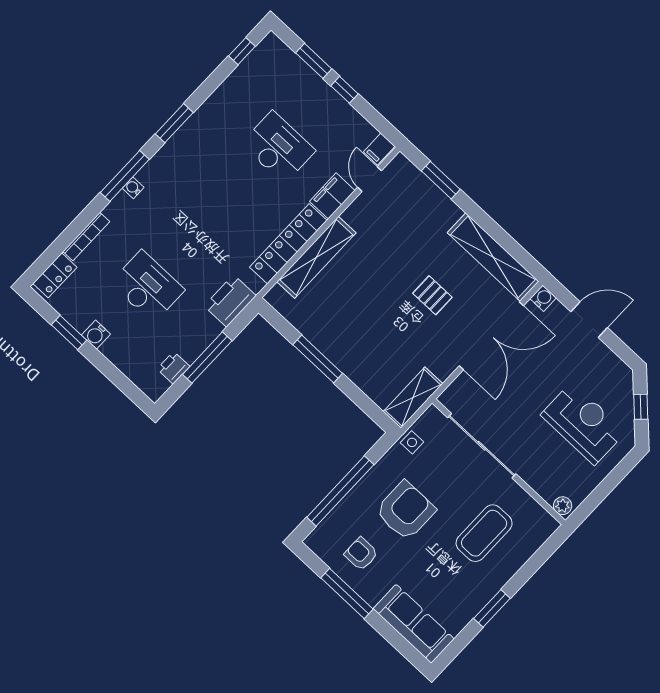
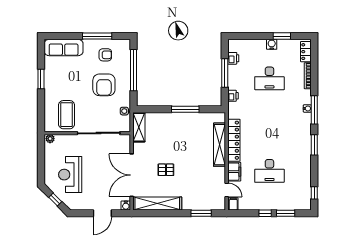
printer: (230, 301) -> (233, 96), width x0.53, depth x0.68
reception desk: (583, 423) -> (70, 175), turned 90
coffee table: (484, 533) -> (67, 115), moved

